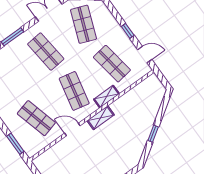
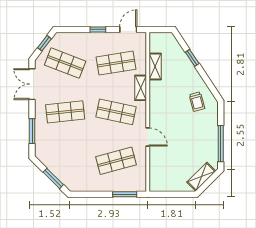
shelving: (101, 118) -> (155, 67), moved
door: (72, 129) -> (148, 137), swing flipped
window: (153, 134) -> (192, 58), moved
trolley: (127, 148) -> (197, 102), added

